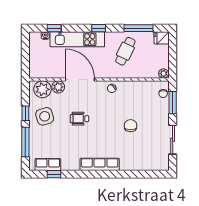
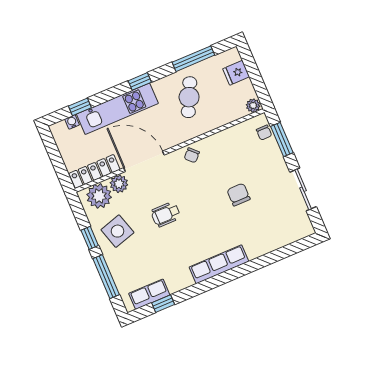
fridge: (162, 38) -> (236, 73), moved
locker: (46, 73) -> (94, 171), added

